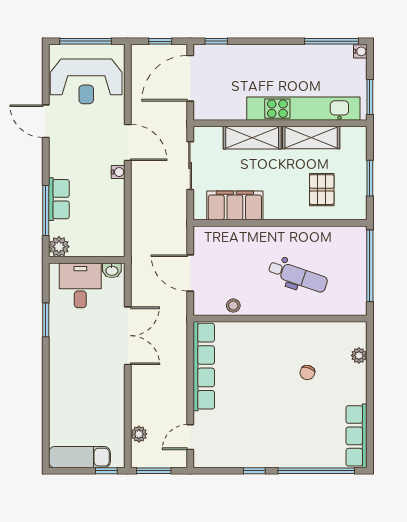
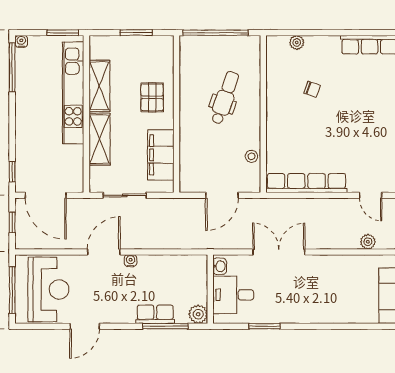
pallet: (322, 190) -> (152, 97), moved, turned 90

